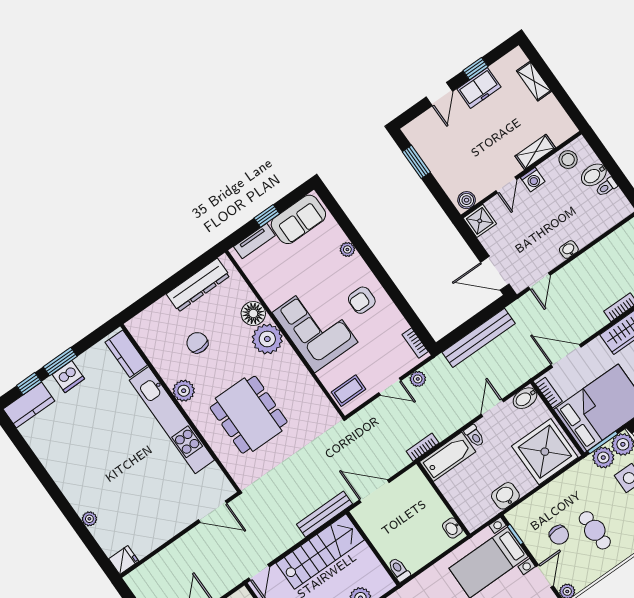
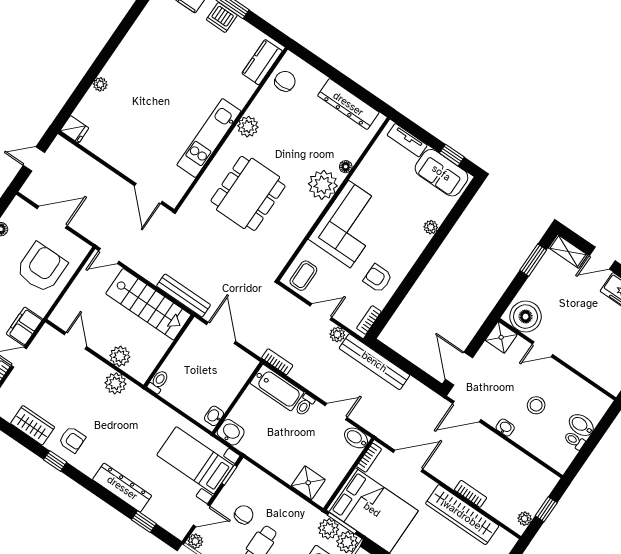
shelving: (535, 152) -> (568, 251), moved
stool: (568, 160) -> (536, 405), moved
washing machine: (533, 180) -> (556, 371), removed
boiler: (467, 200) -> (526, 317), width x1.86, depth x1.86
window: (267, 216) -> (452, 155), moved
door: (539, 281) -> (467, 411), width x1.38
armchair: (362, 300) -> (378, 278), moved
floor lamp: (253, 313) -> (346, 167), width x0.53, depth x0.53
bench: (479, 338) -> (374, 362), moved
chair: (197, 343) -> (285, 81), moved
door: (566, 356) -> (408, 461), hinge flipped
door: (390, 387) -> (321, 312), swing flipped
coffee table: (348, 391) -> (303, 276), turned 90
kitchen unit: (172, 420) -> (209, 138), width x0.73
shower: (545, 452) -> (308, 483), width x0.54, depth x0.54
washbasin: (505, 496) -> (231, 432), moved
chair: (559, 535) -> (244, 515), turned 180

